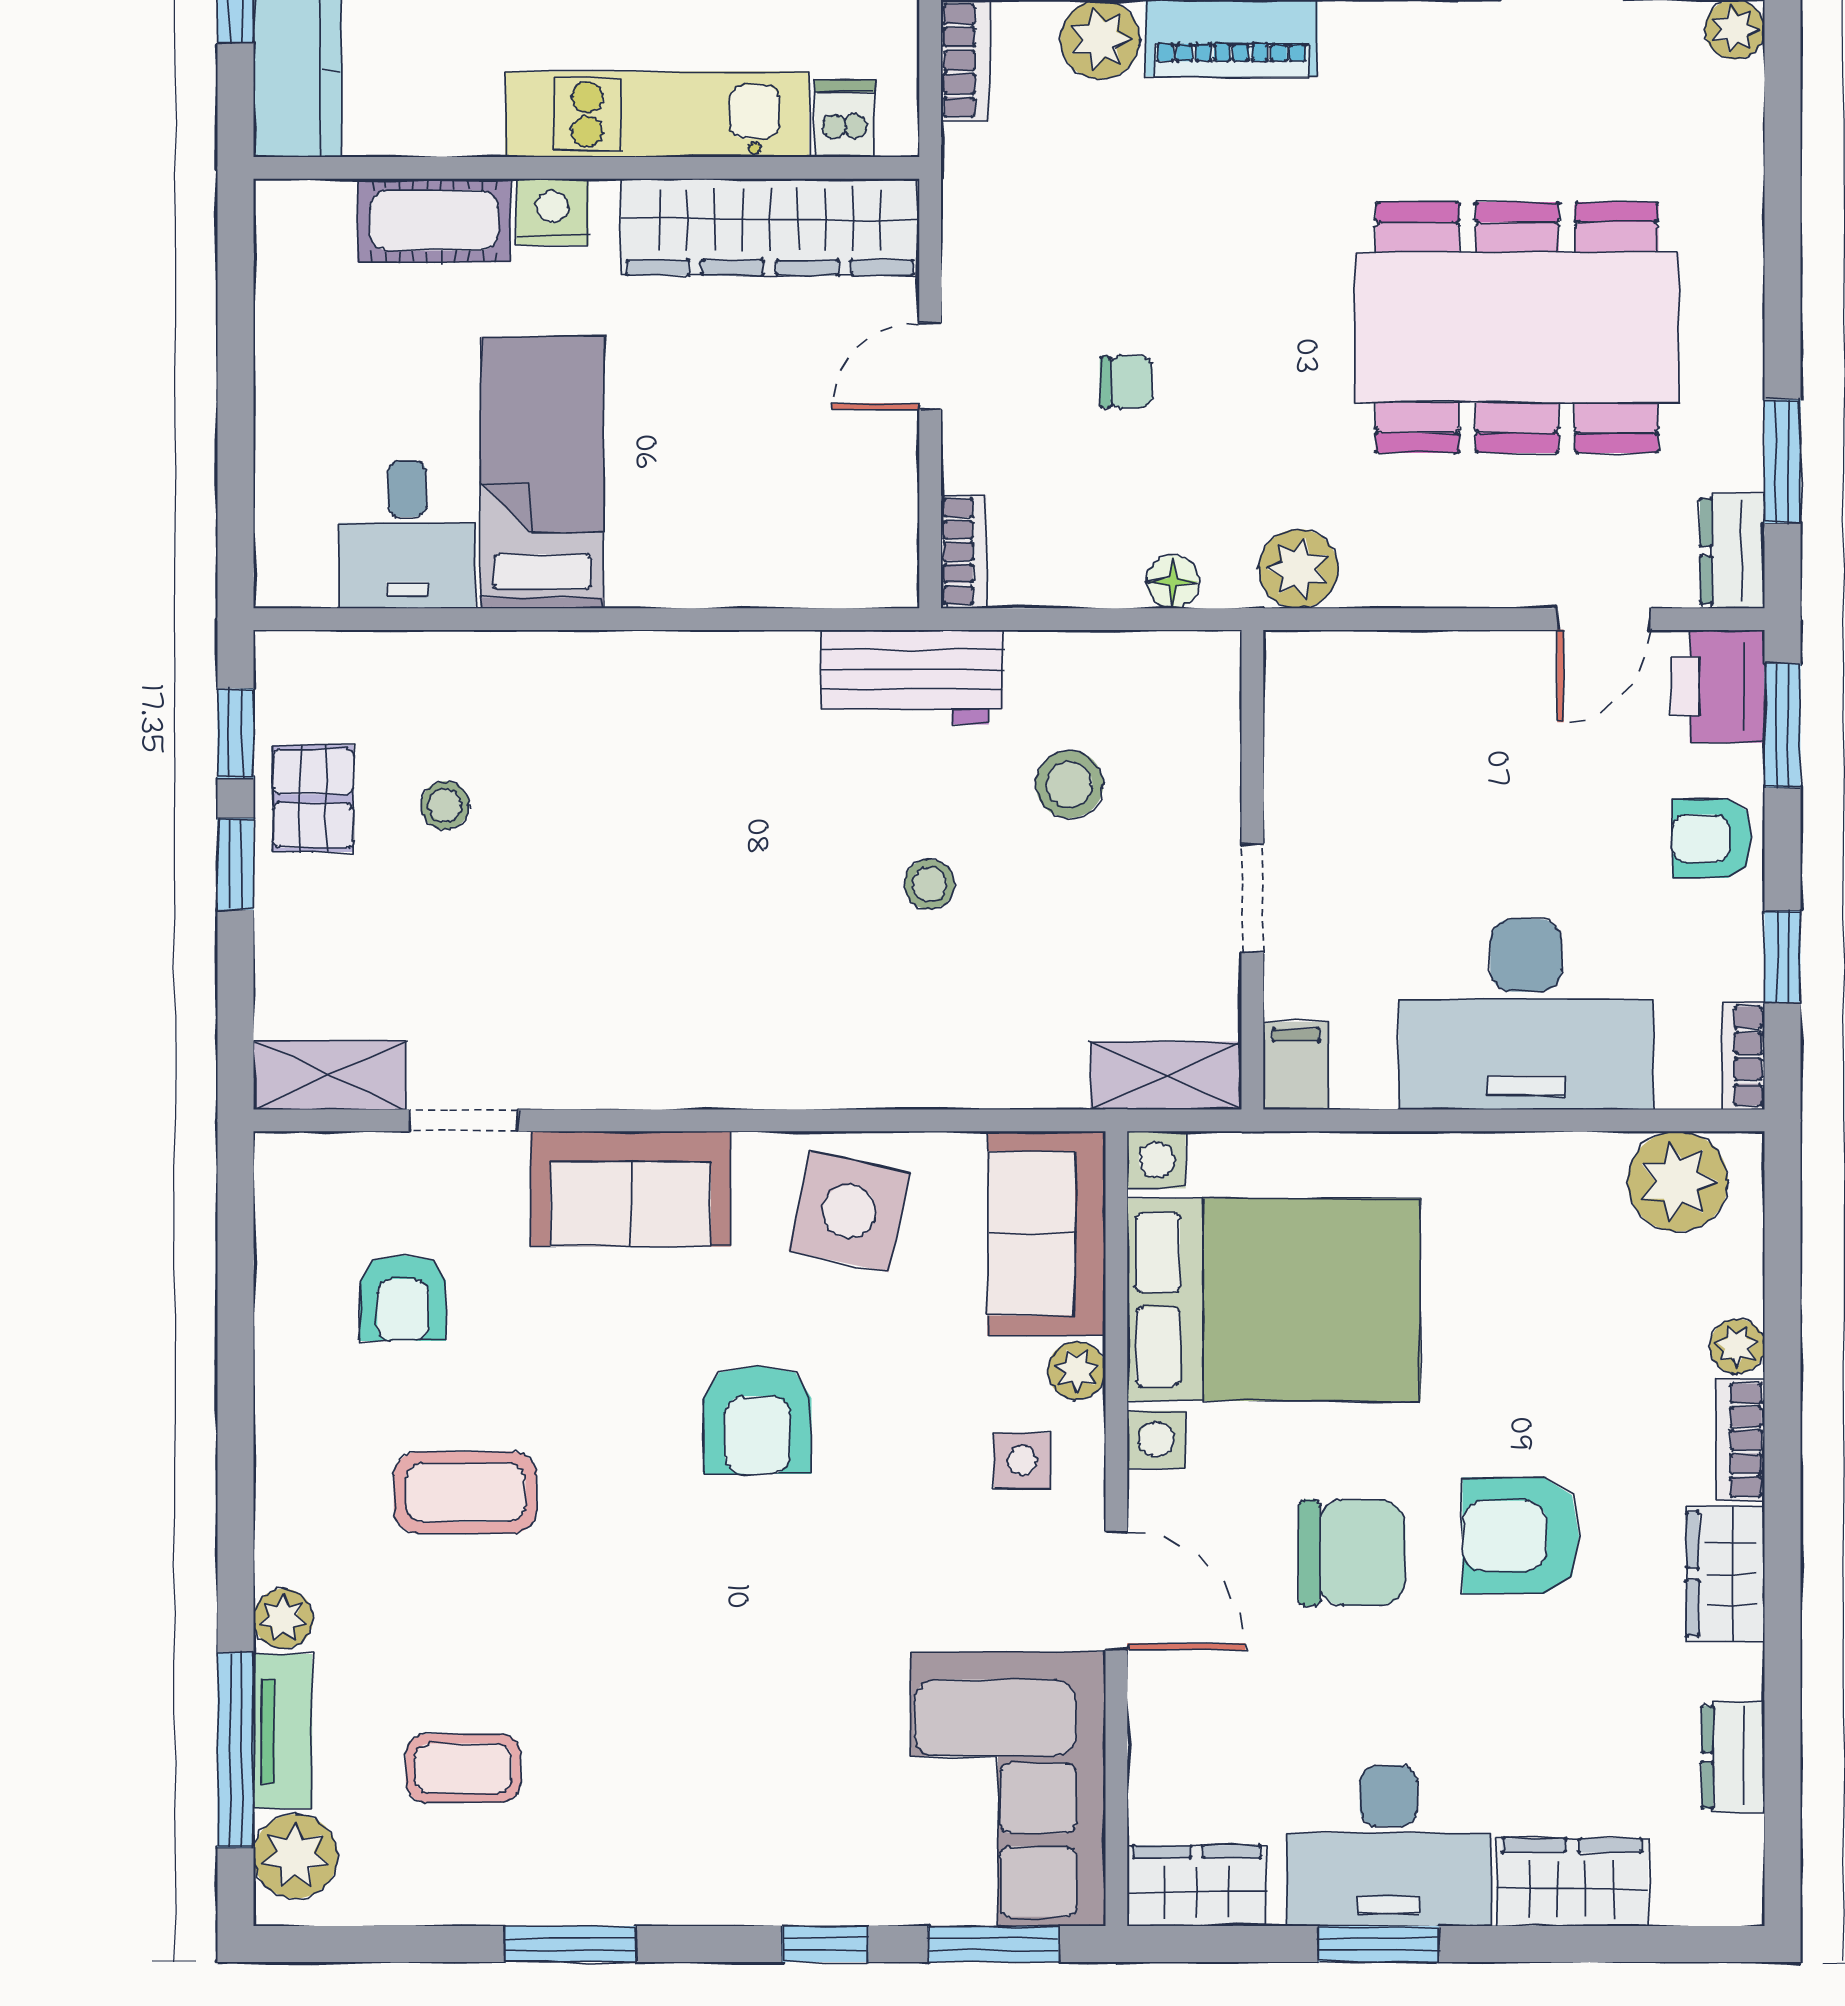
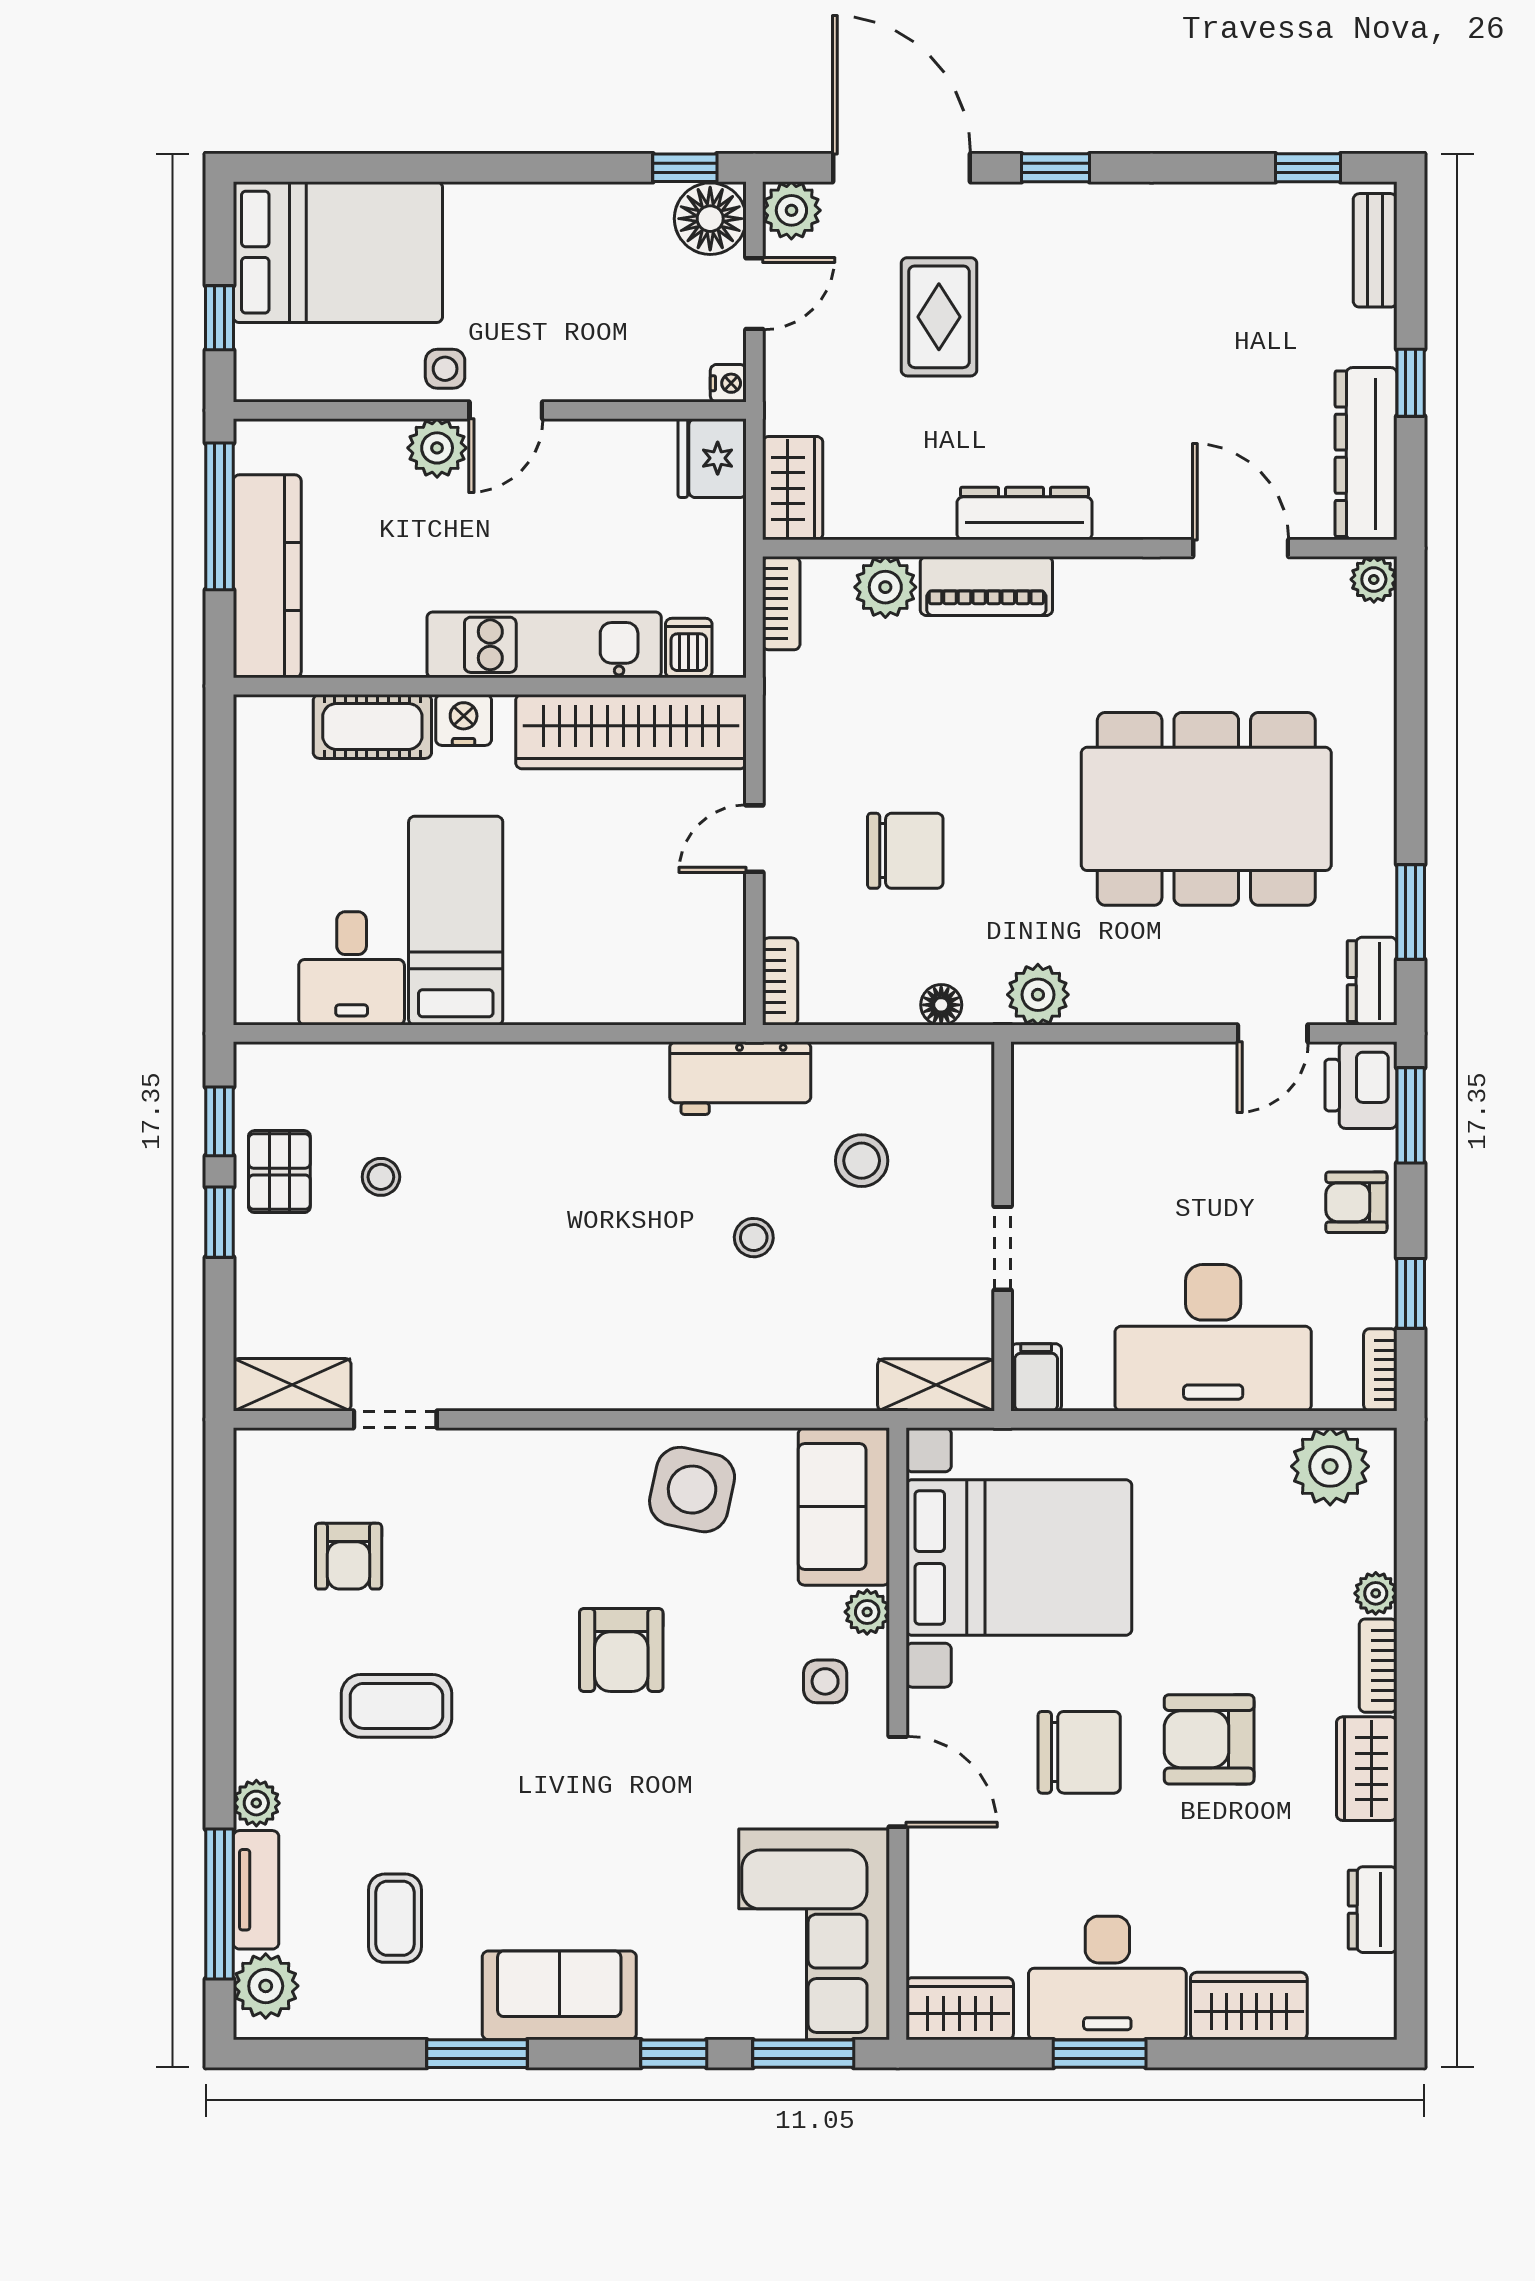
chair: (1126, 382) -> (905, 851), width x1.87, depth x1.87
sofa: (631, 1189) -> (559, 1995), moved, turned 180
coffee table: (463, 1768) -> (395, 1918), turned 90

